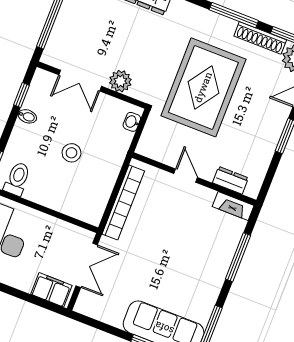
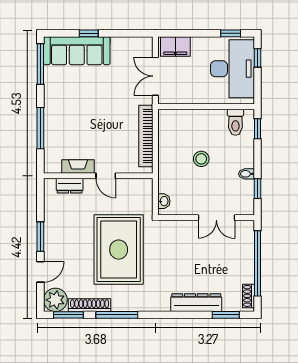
double door: (80, 81) -> (216, 218), swing flipped
plant: (120, 81) -> (185, 229), removed
fireplace: (233, 206) -> (78, 166), moved

